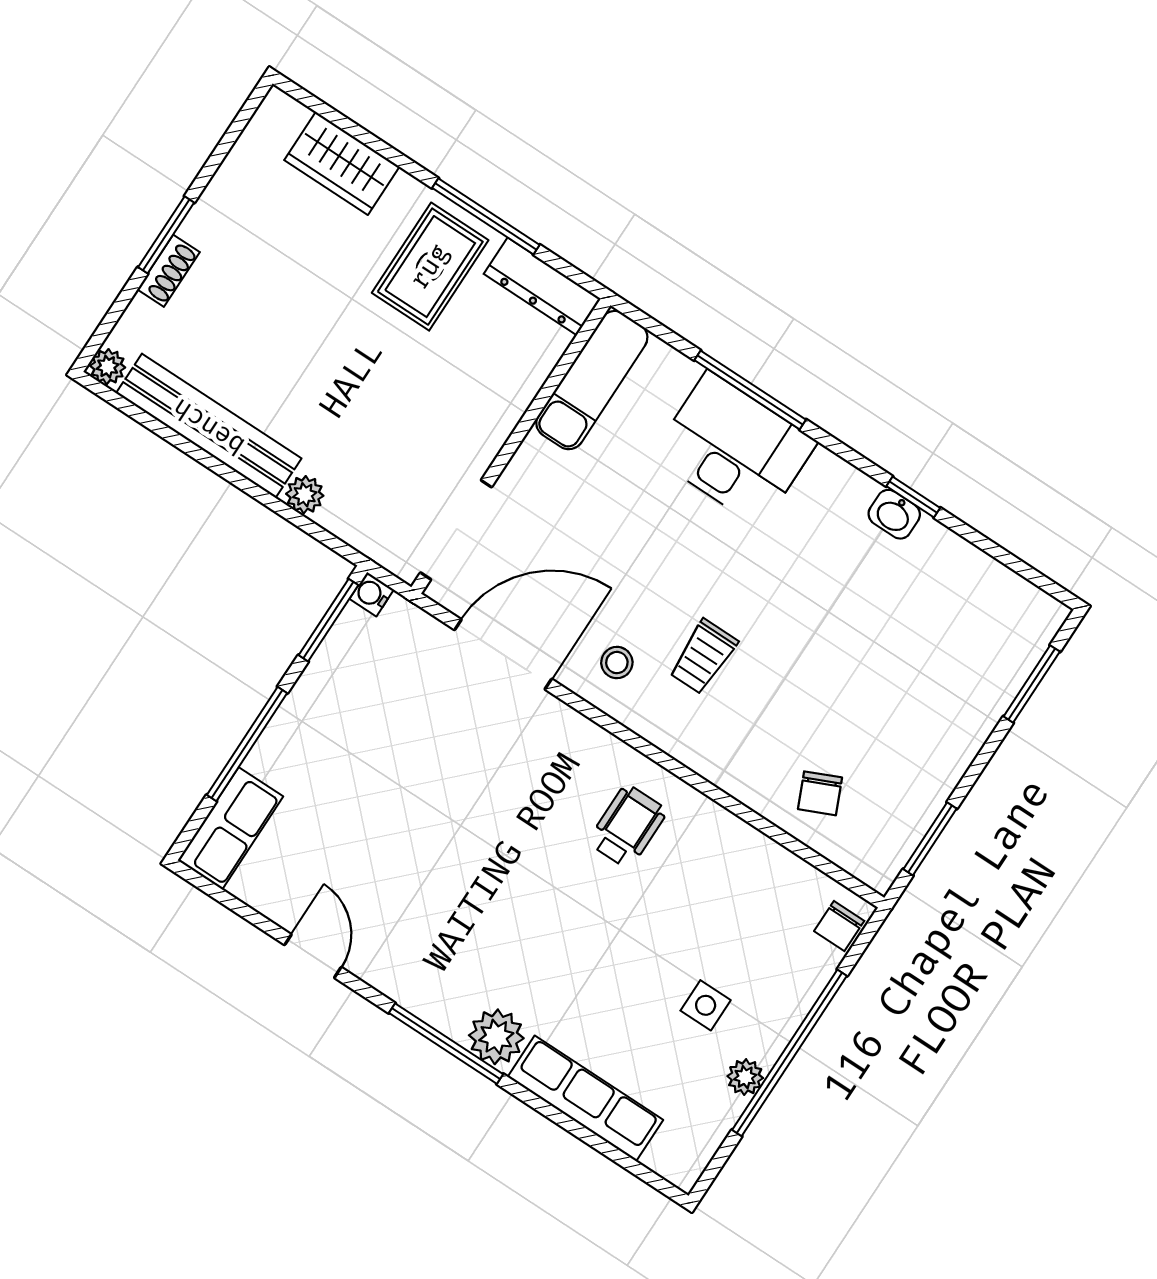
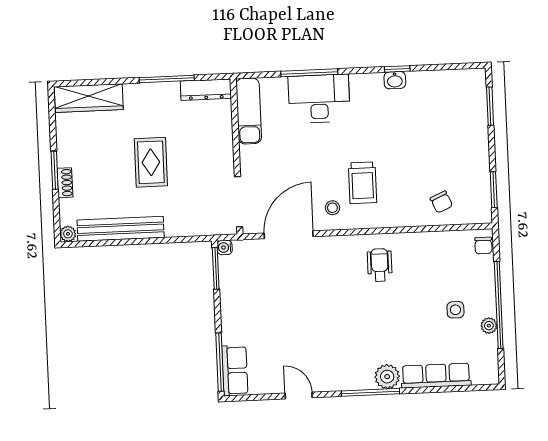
wardrobe: (342, 163) -> (89, 98), width x1.50
rug: (430, 267) -> (151, 162), moved
plant: (305, 495) -> (174, 229), removed
trolley: (703, 657) -> (363, 183), width x1.36, depth x1.39
window: (247, 744) -> (220, 362), moved

